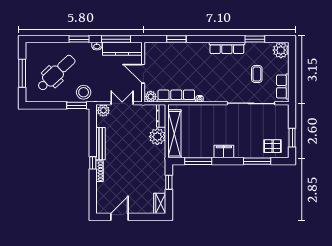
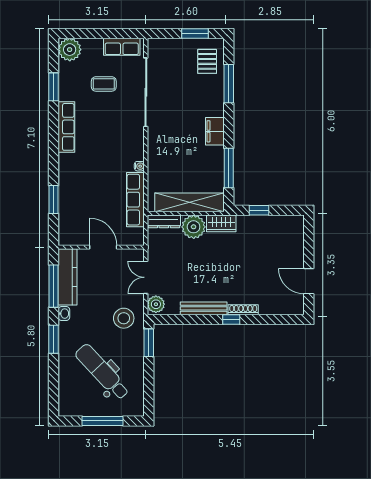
door: (143, 74) -> (103, 247), swing flipped
stool: (84, 92) -> (124, 318), moved
plant: (151, 97) -> (136, 236), removed
wardrobe: (160, 203) -> (221, 223), moved

